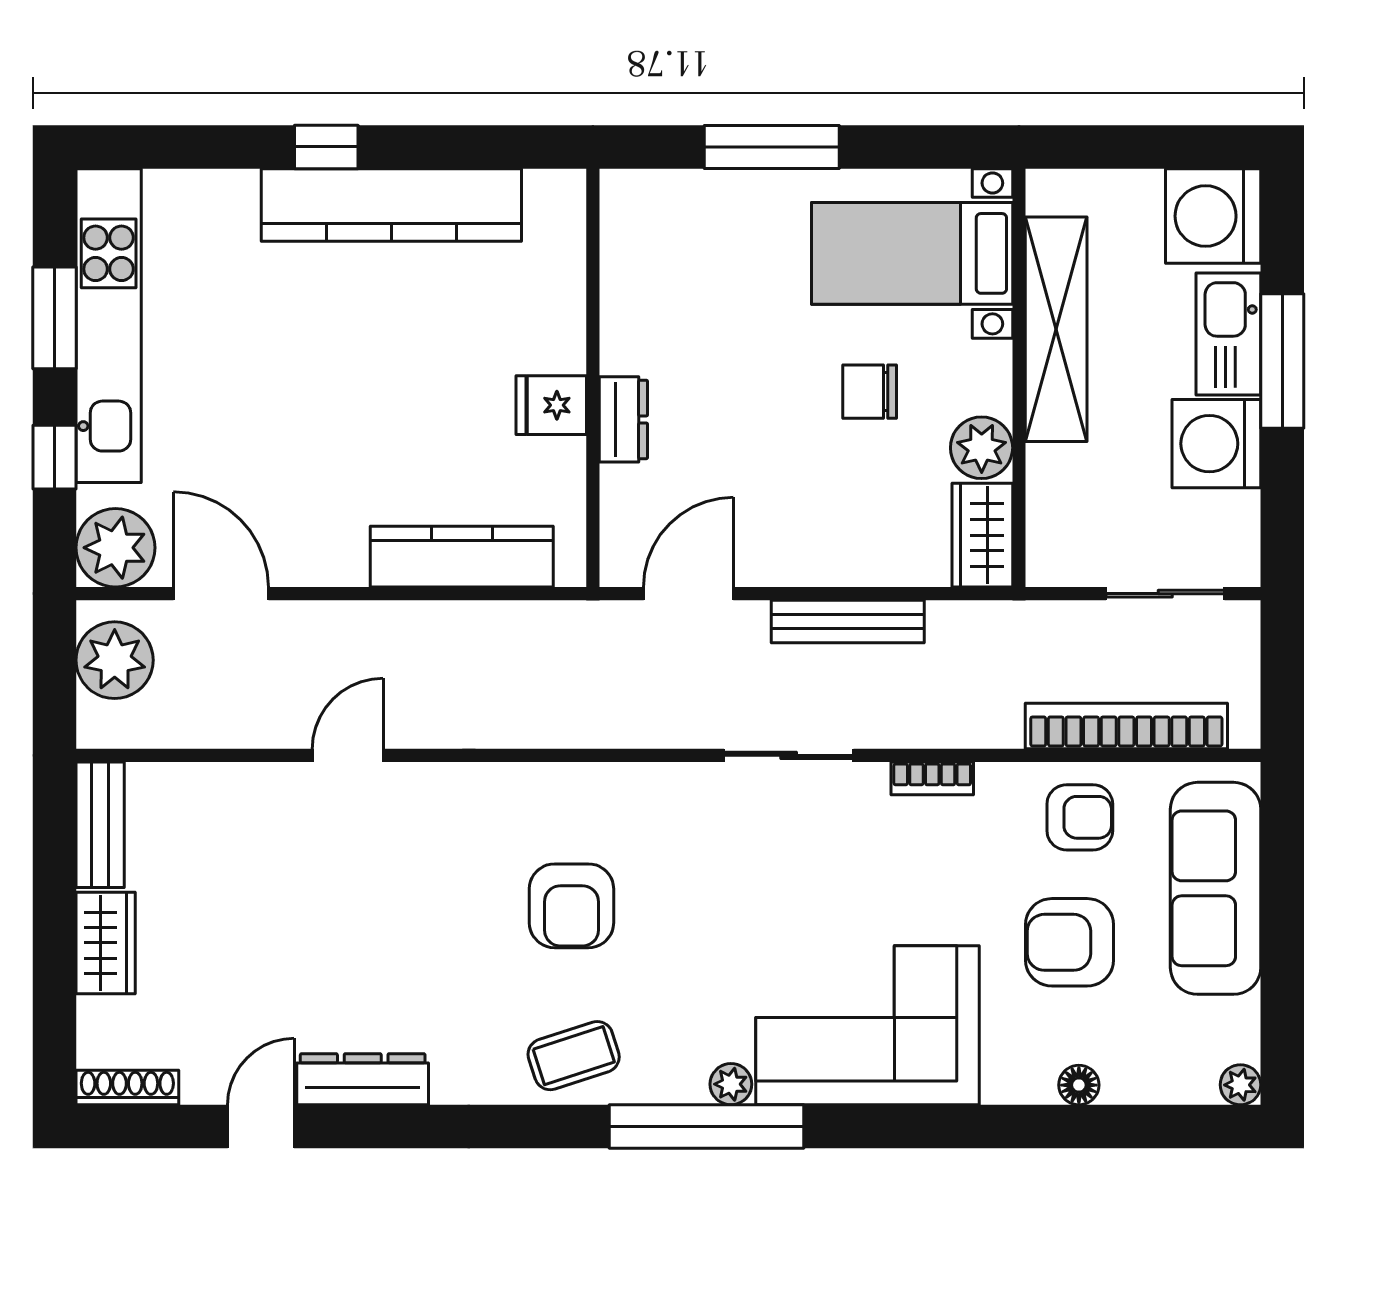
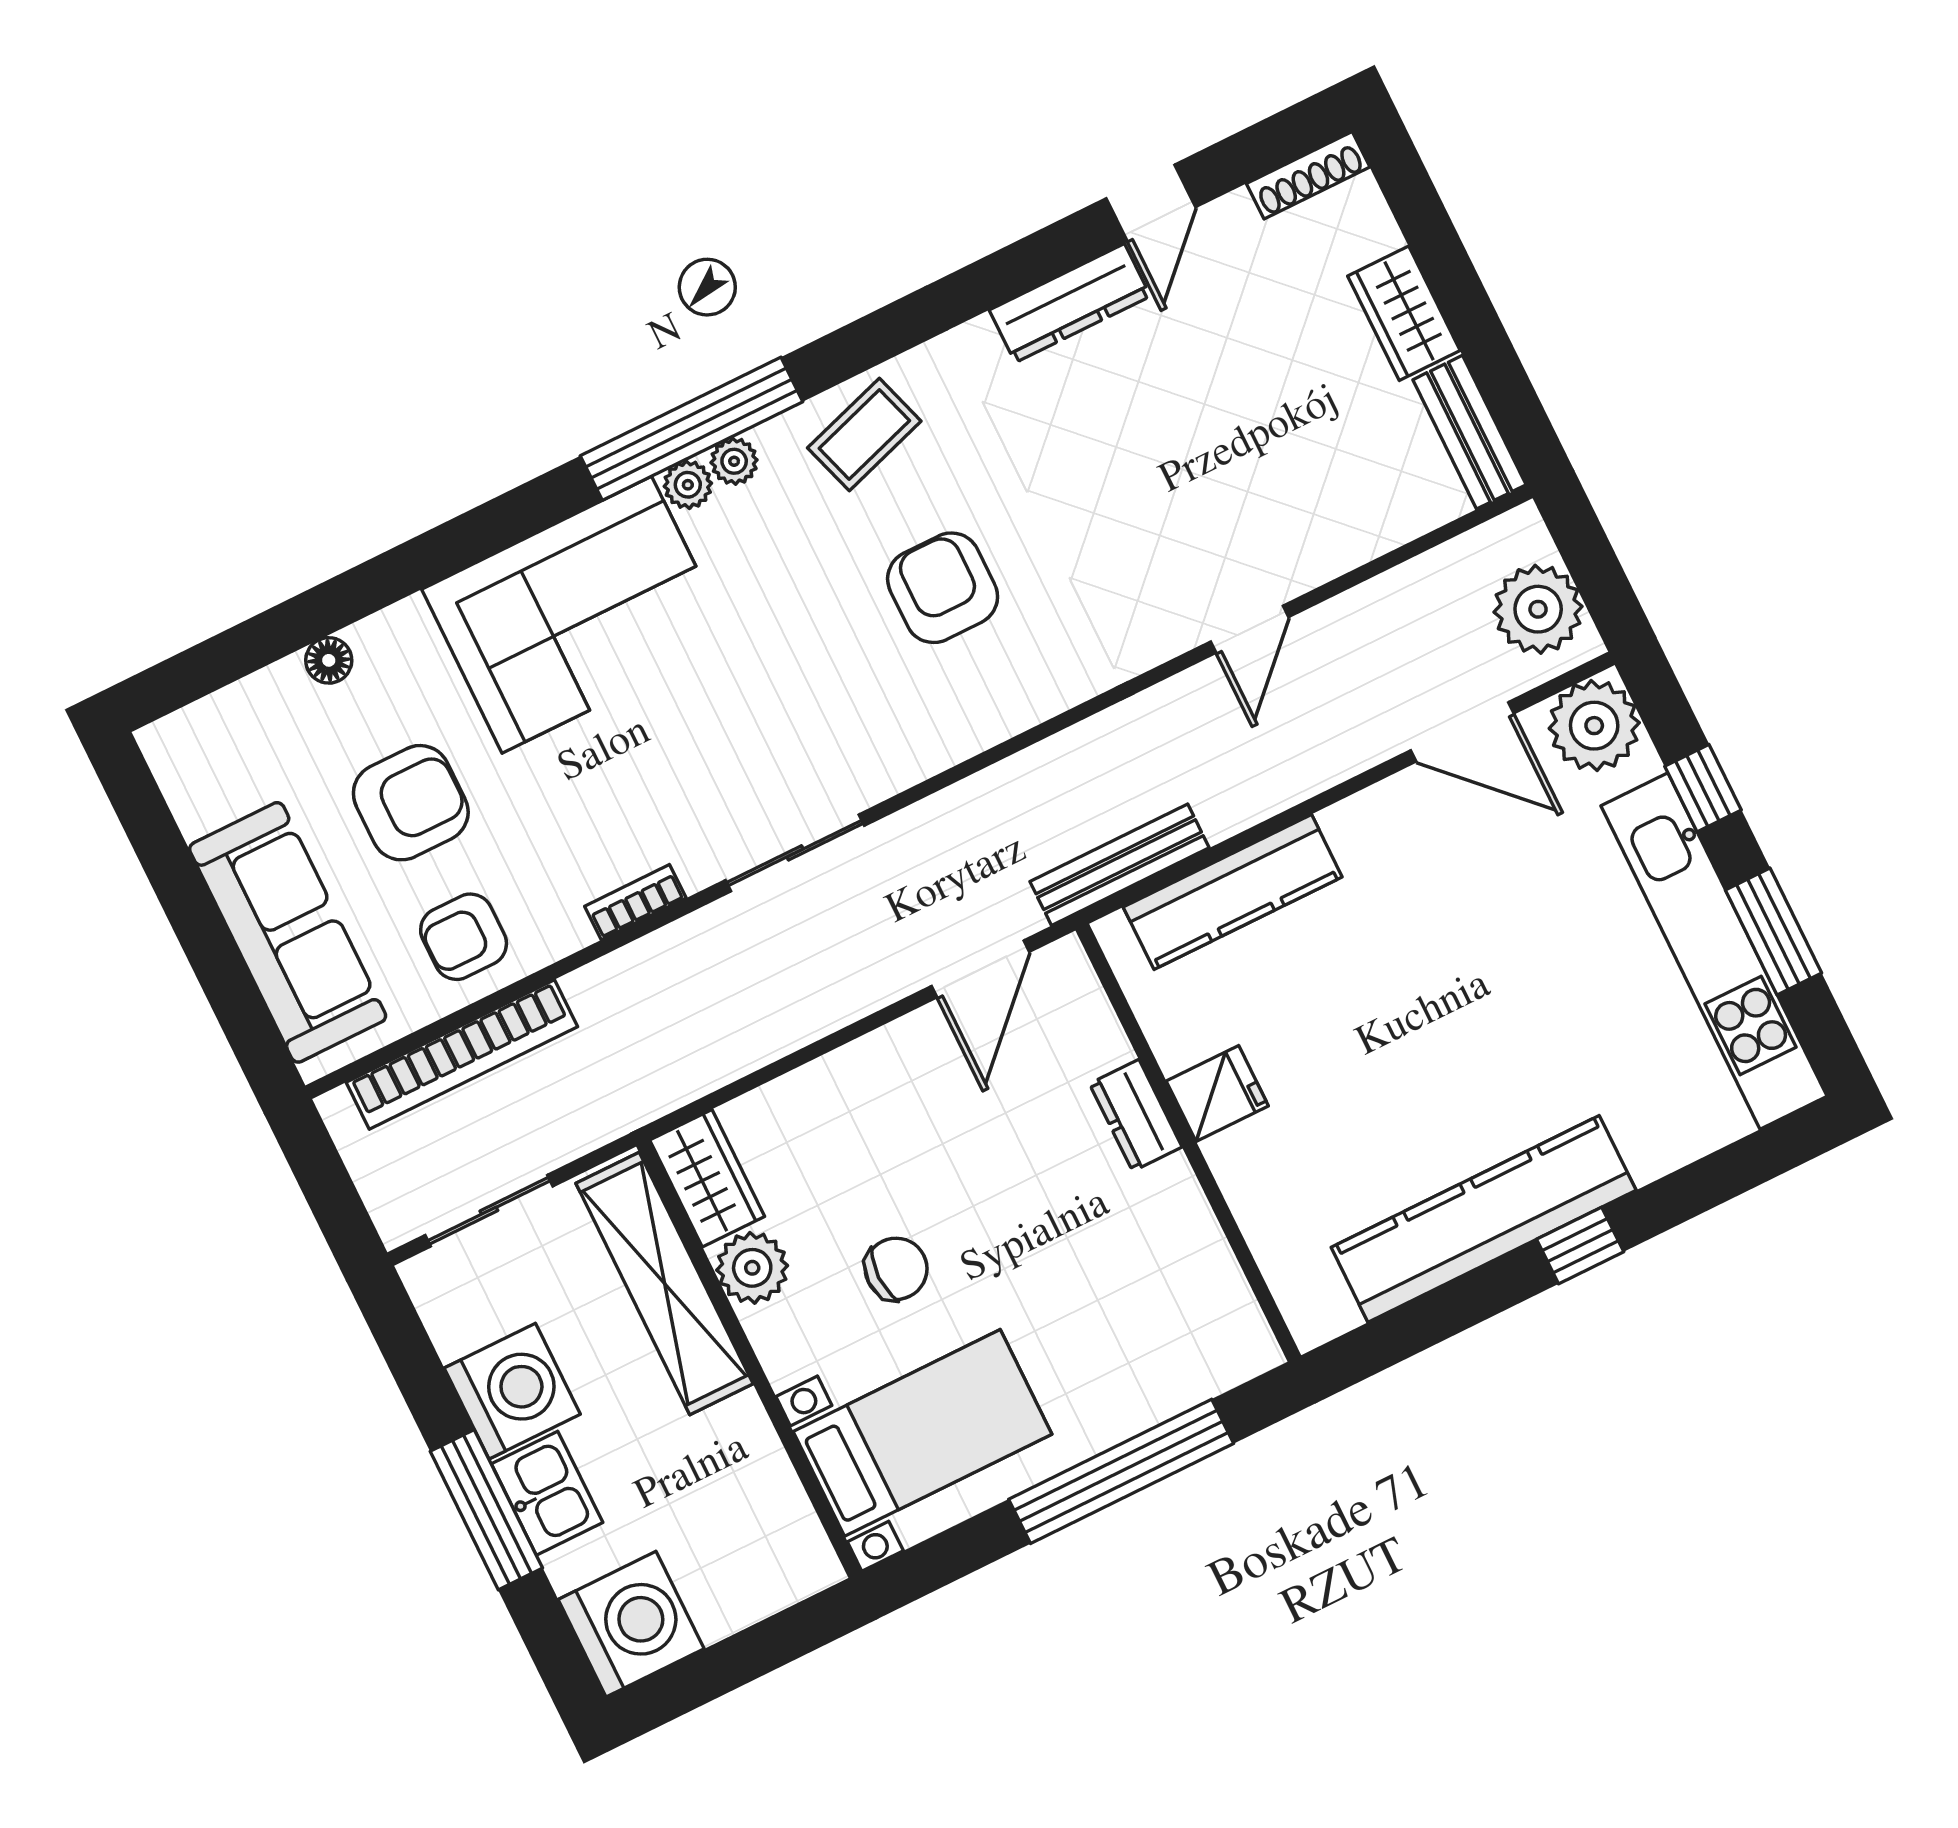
window: (772, 147) -> (1121, 1471), width x1.46
shelving: (1056, 329) -> (664, 1284), moved
kitchen sink: (1228, 334) -> (547, 1493), width x0.73
bench: (848, 621) -> (1120, 865), moved
plant: (1240, 1085) -> (734, 461), moved

